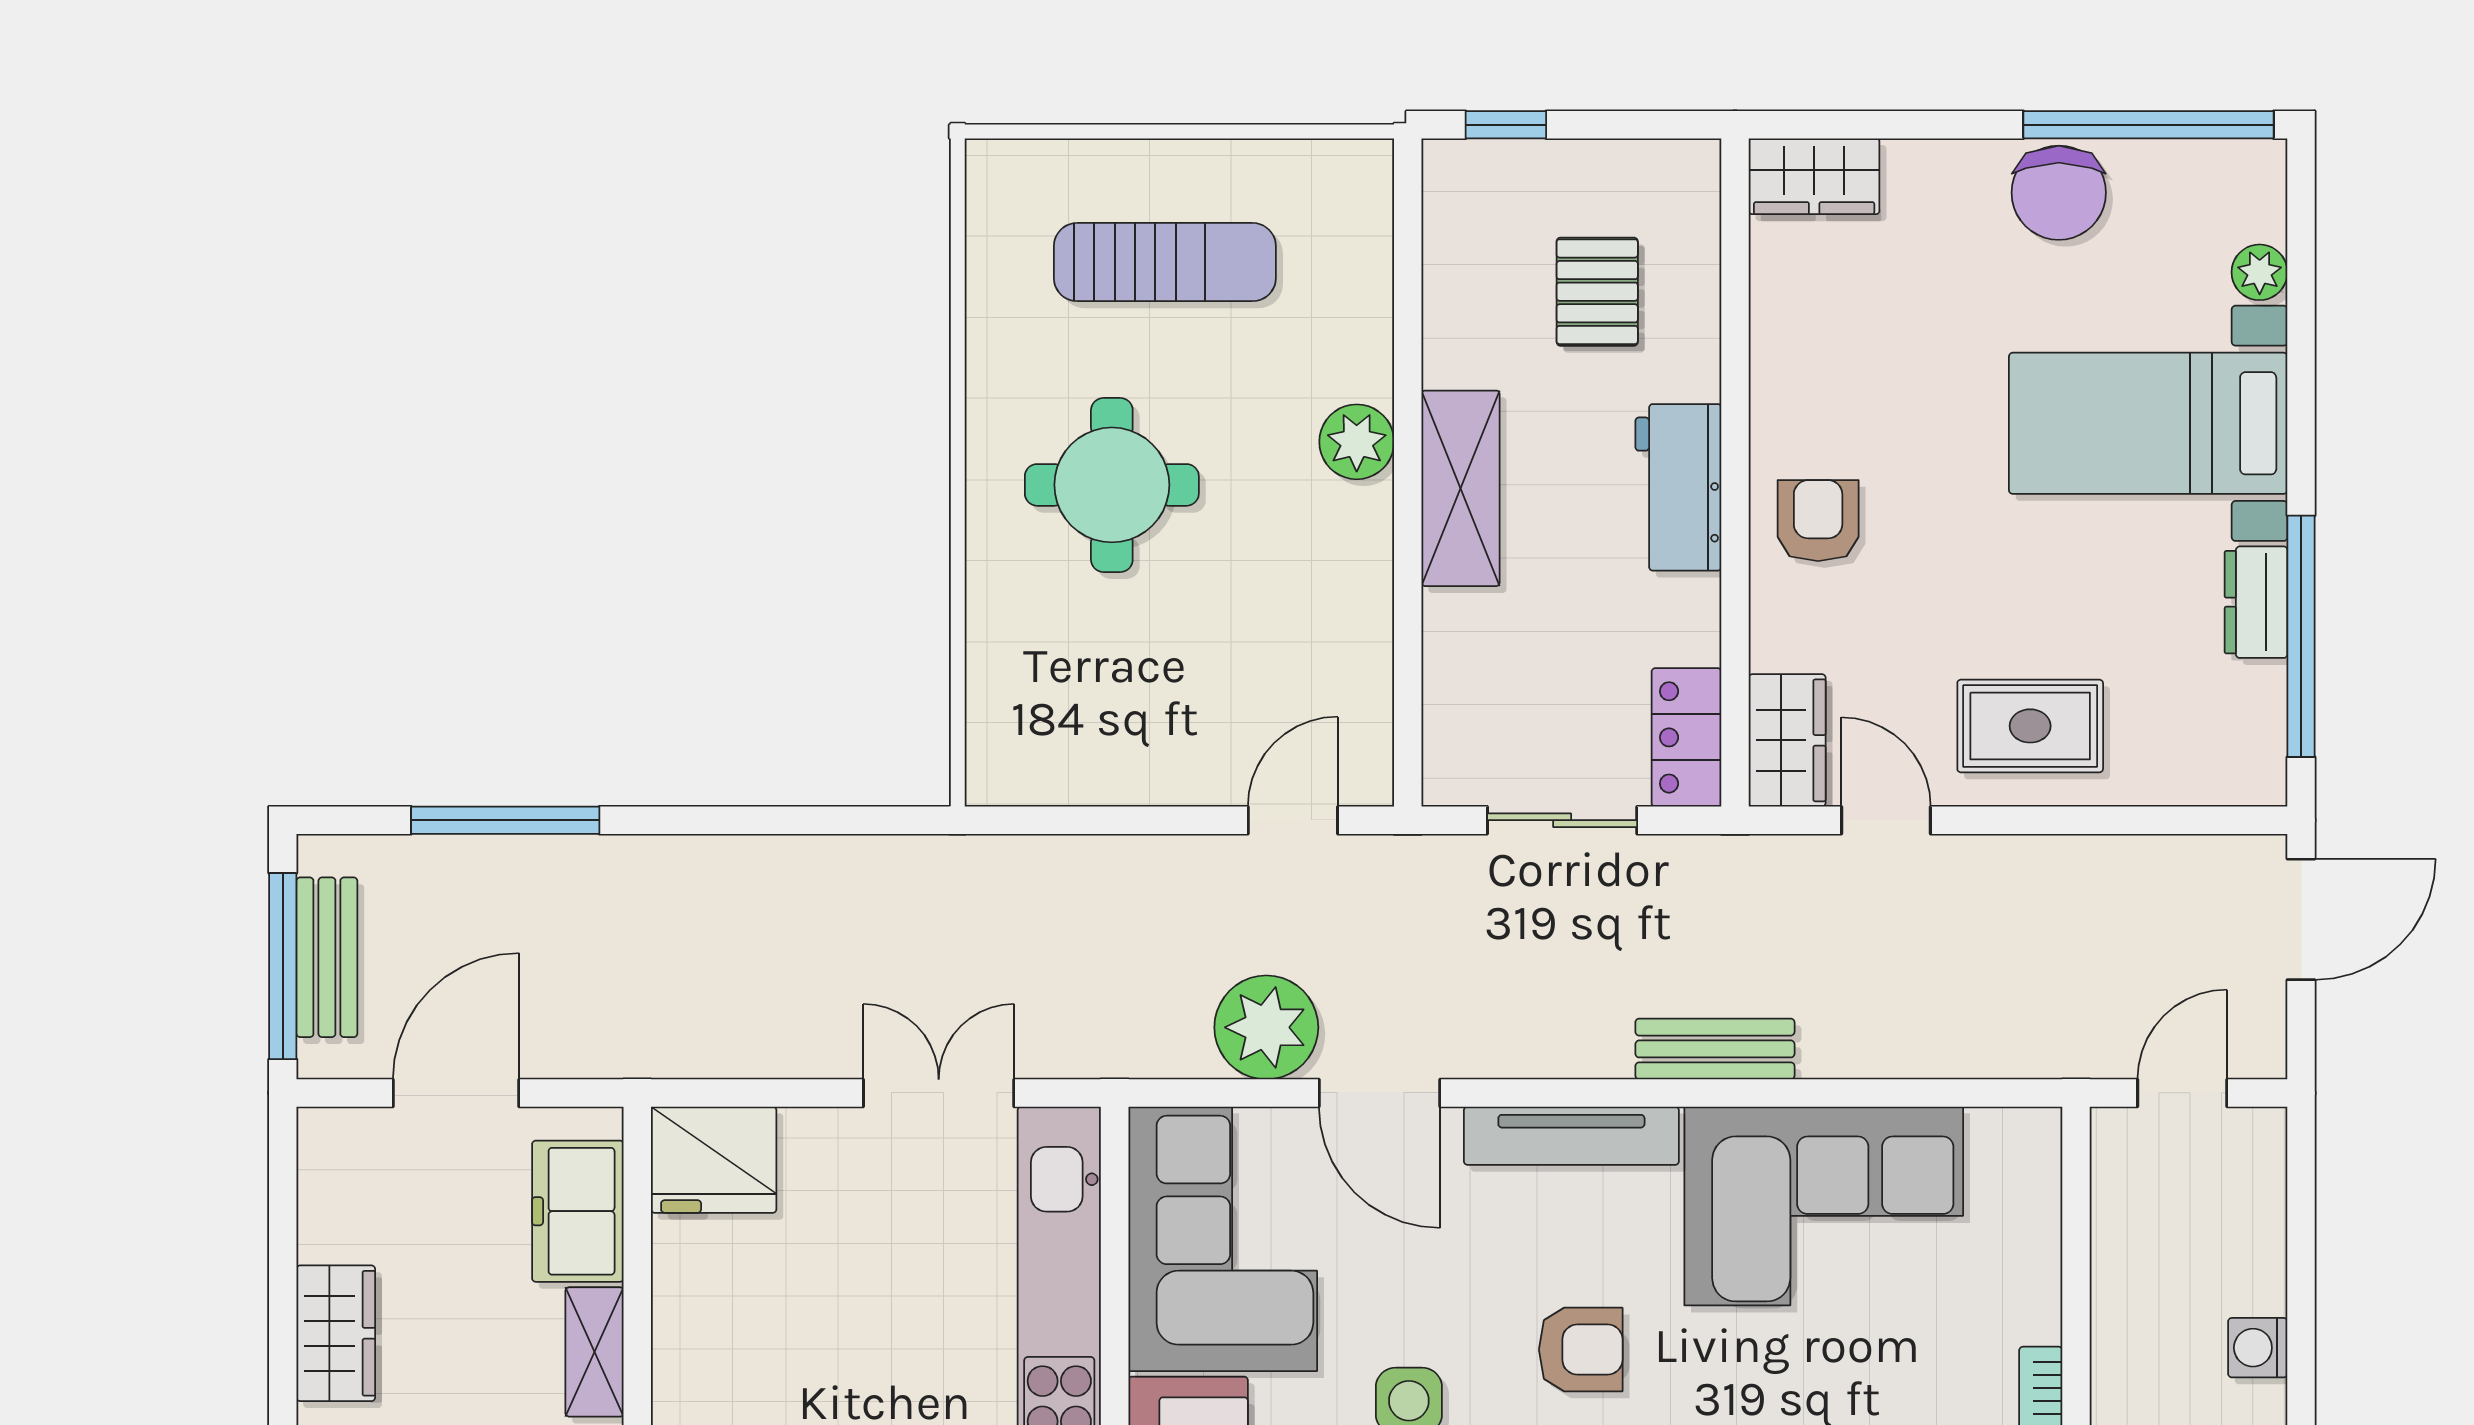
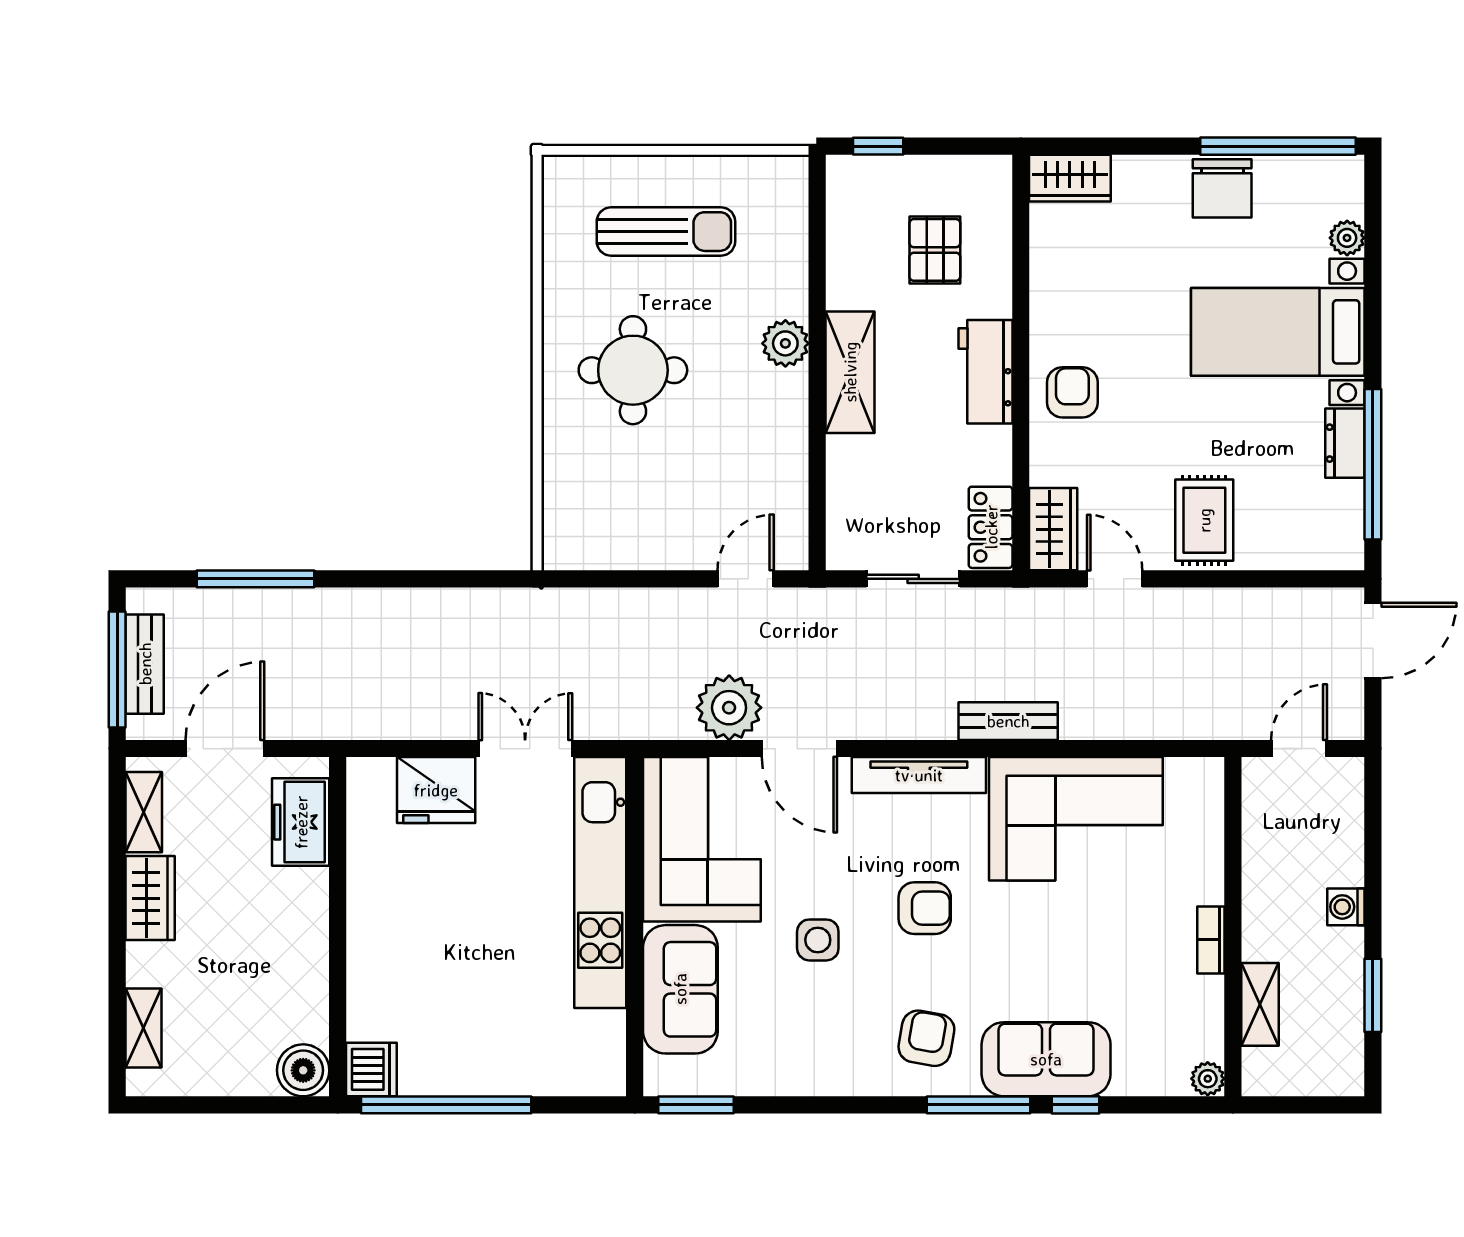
rug: (2030, 726) -> (1204, 520), turned 90
fridge: (714, 1160) -> (436, 790), moved
shelving: (595, 1352) -> (144, 812), moved

